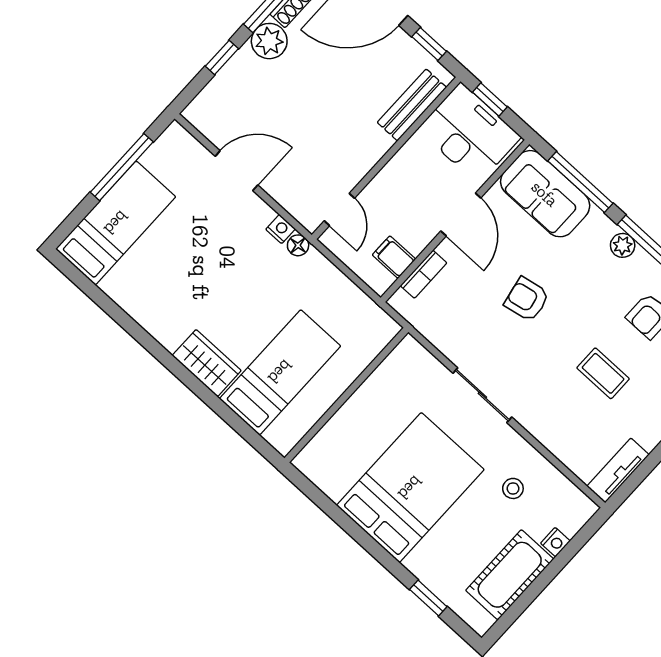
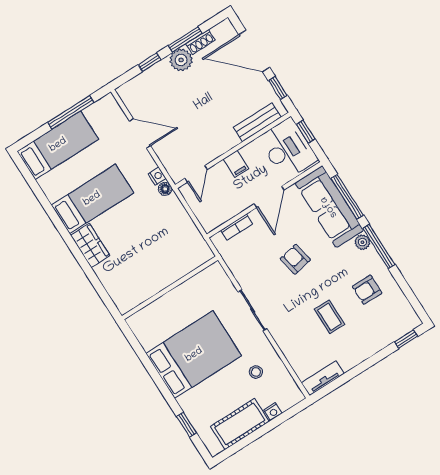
sofa: (545, 194) -> (329, 207), width x1.36
filing cabinet: (394, 257) -> (236, 164), moved, turned 180
bed: (280, 372) -> (92, 199), moved

